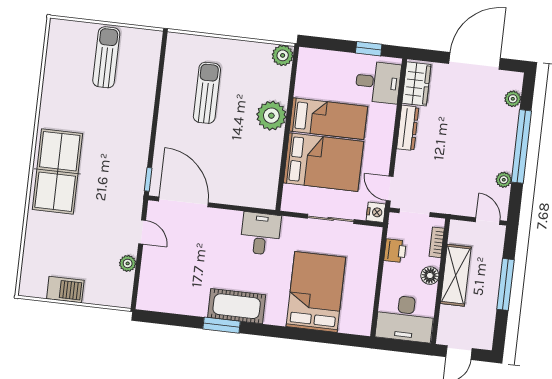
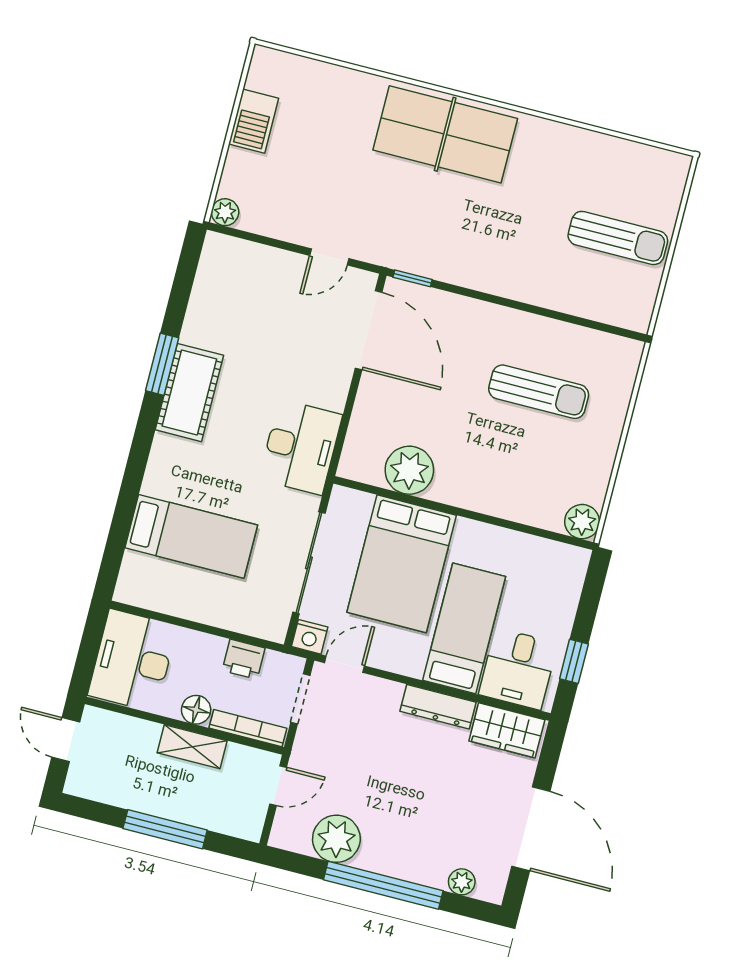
plant: (271, 116) -> (409, 470), moved
bed: (328, 119) -> (464, 628), moved, turned 180
plant: (504, 180) -> (336, 839), width x1.88, depth x1.88
door: (184, 202) -> (369, 330), hinge flipped
sliding door: (331, 219) -> (309, 563), width x1.37
door: (488, 221) -> (278, 786), moved
desk: (261, 234) -> (301, 447), width x1.37
bookcase: (437, 242) -> (248, 728), width x1.56
plant: (128, 263) -> (225, 212), moved
shelving: (456, 275) -> (192, 747), width x0.67, depth x0.75
bed: (316, 292) -> (191, 536), width x0.67

